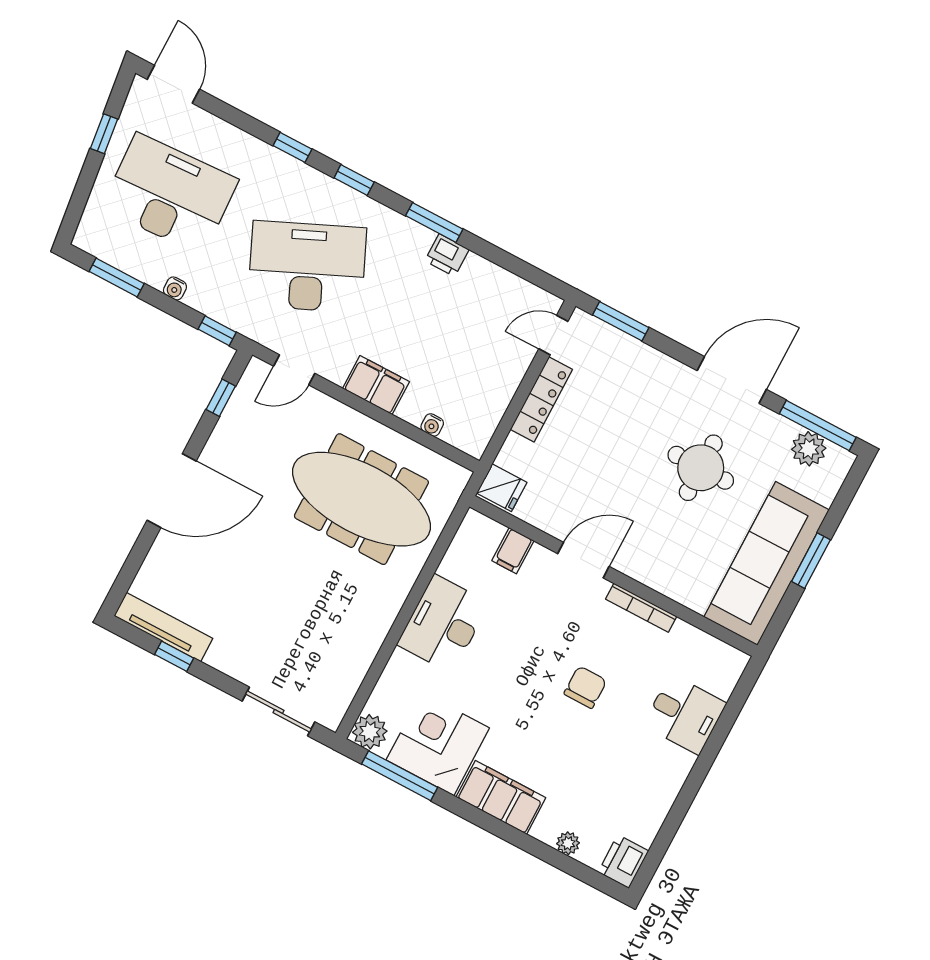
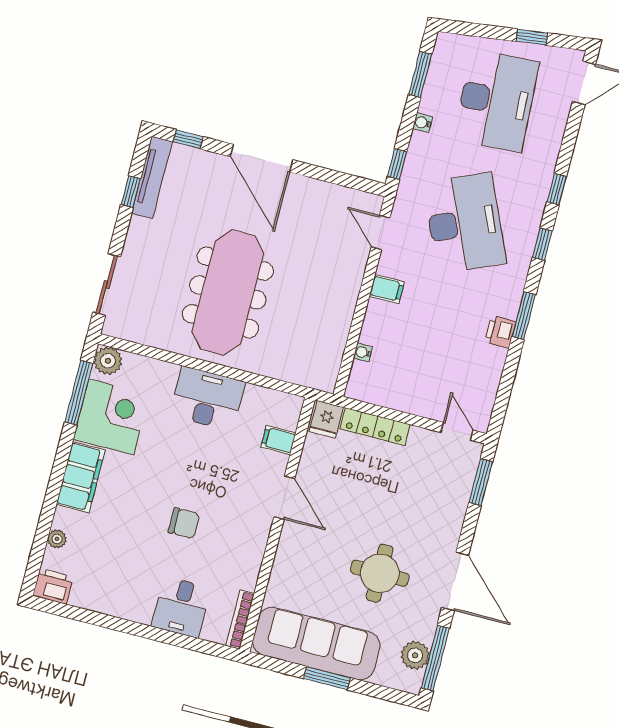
filing cabinet: (376, 385) -> (387, 289), width x0.50
window: (221, 398) -> (188, 139), moved
locker: (541, 399) -> (375, 427), moved
meeting table: (361, 499) -> (228, 292), moved
bookcase: (641, 608) -> (240, 620), moved

